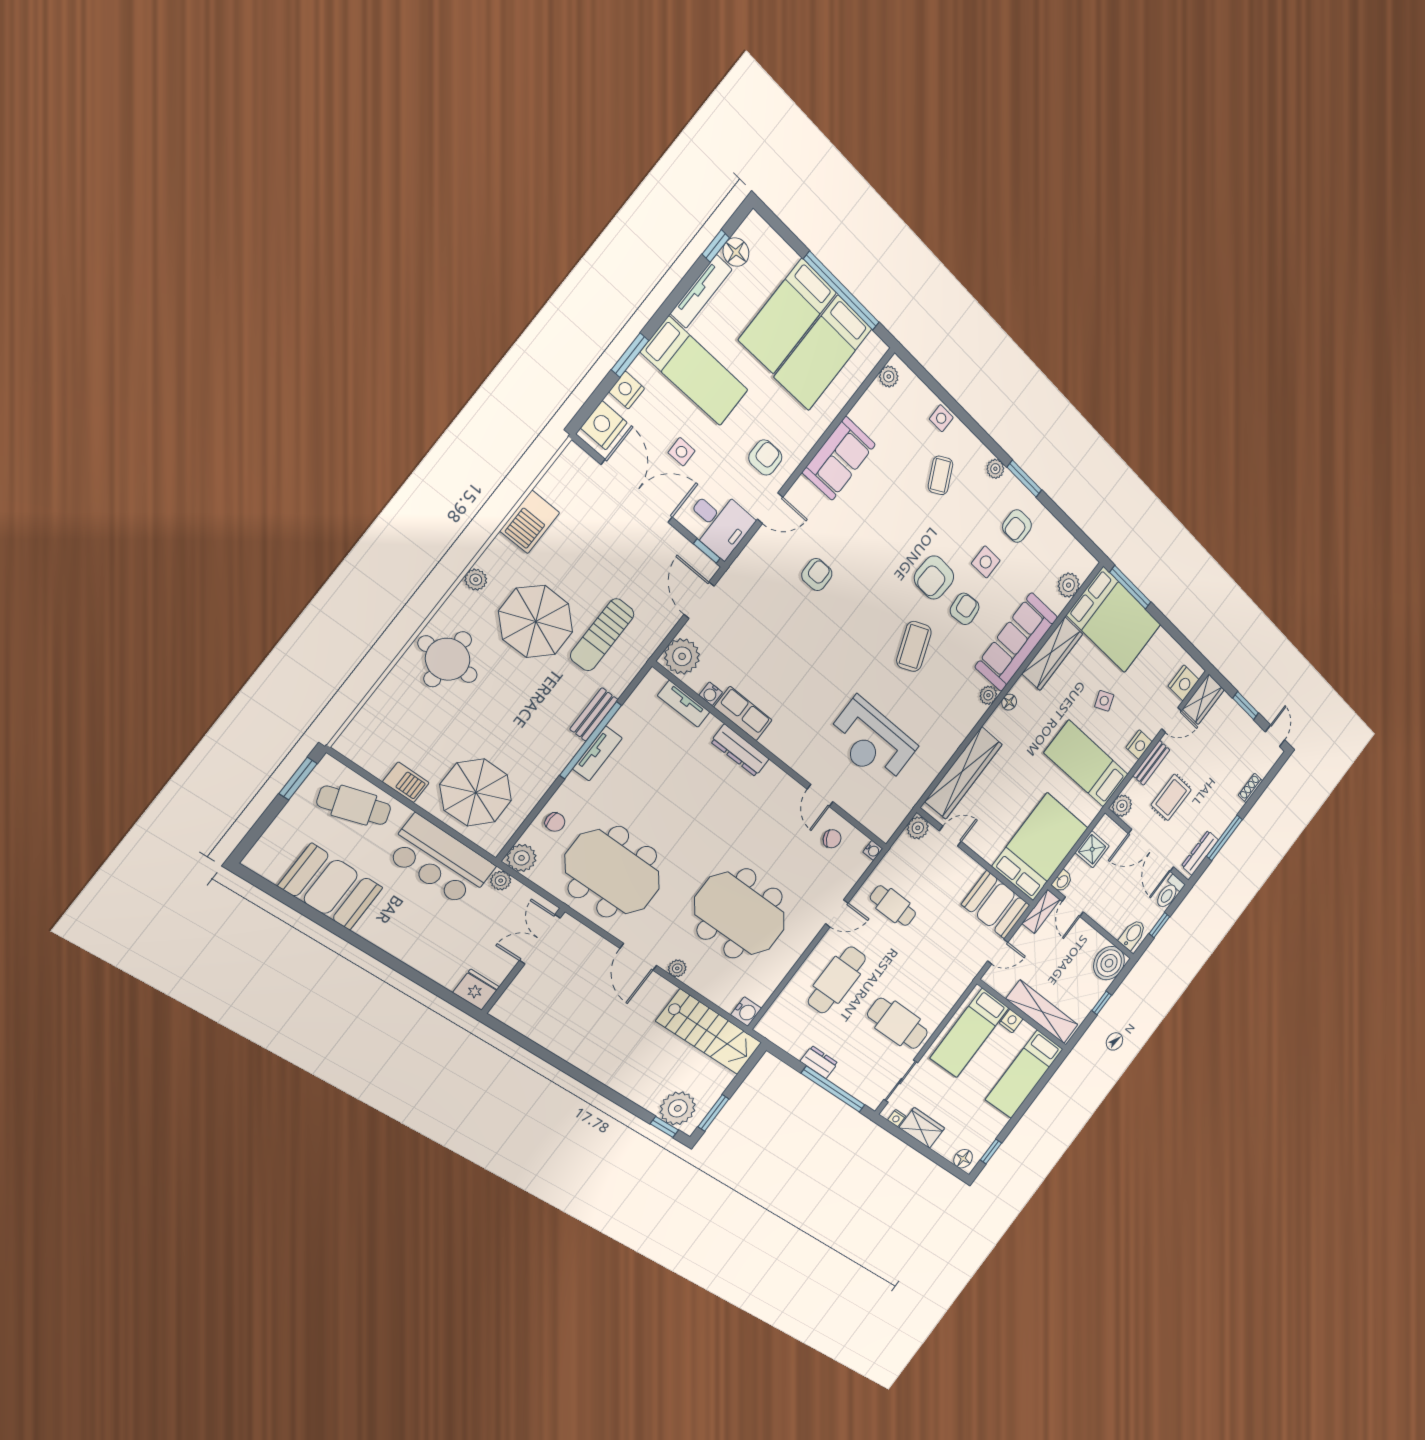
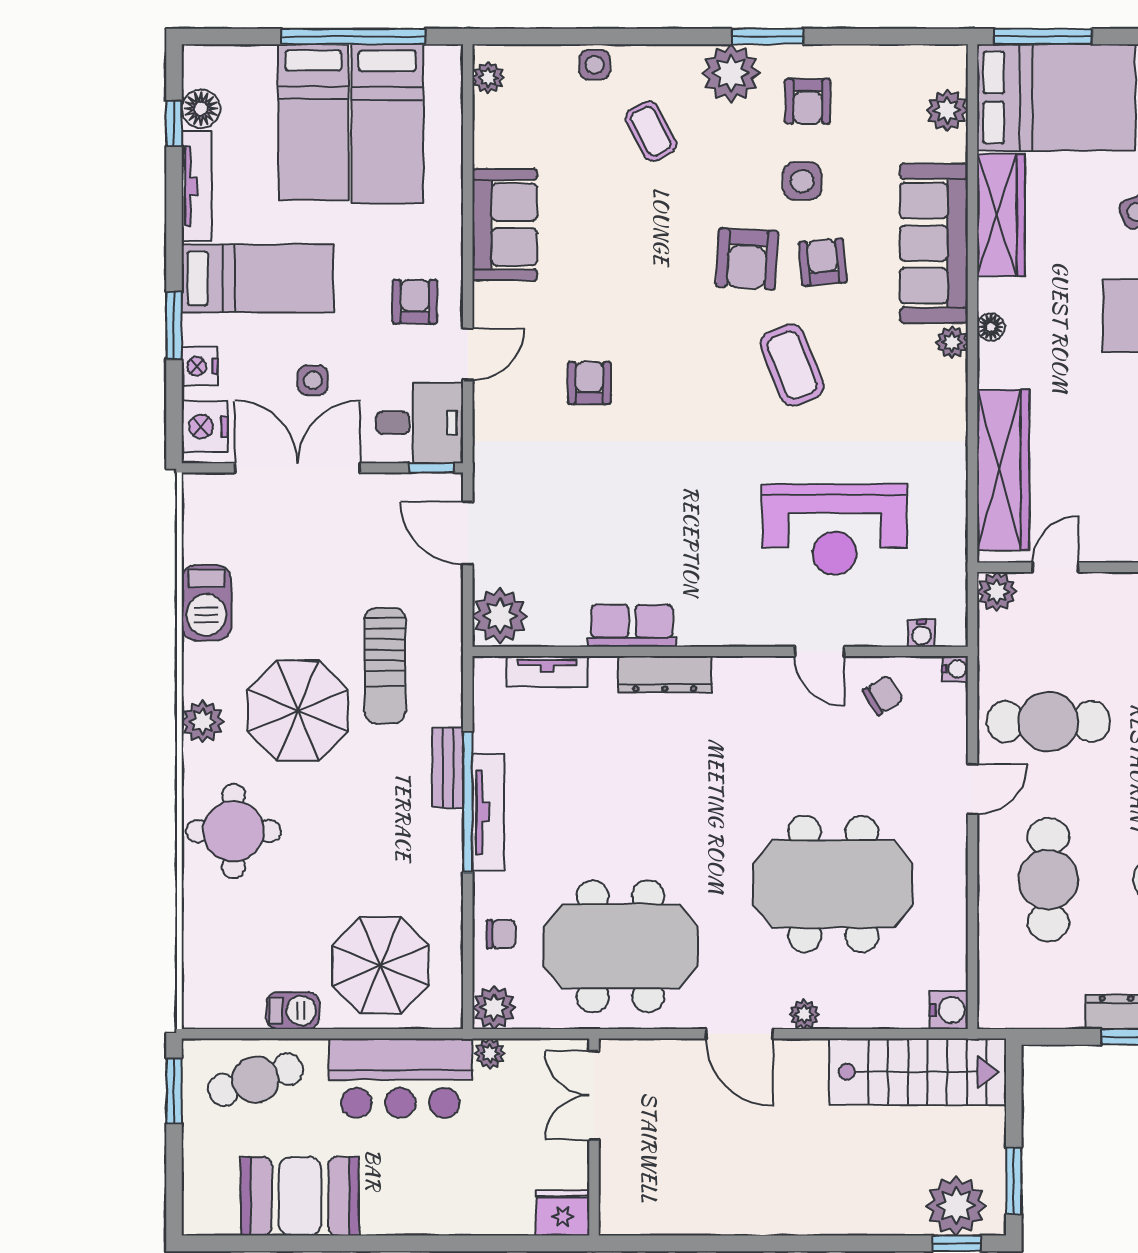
plant: (995, 469) -> (731, 73), width x1.88, depth x1.88
plant: (476, 580) -> (203, 721), width x1.38, depth x1.38
water cooler: (711, 694) -> (922, 633), moved
tv unit: (597, 753) -> (488, 812), width x1.41
cafe table: (893, 906) -> (1048, 721), width x1.37, depth x1.35

